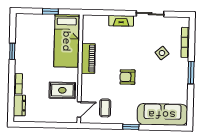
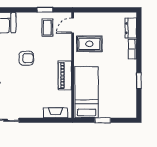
fireplace: (121, 21) -> (56, 113), moved
window: (131, 127) -> (45, 10), moved

